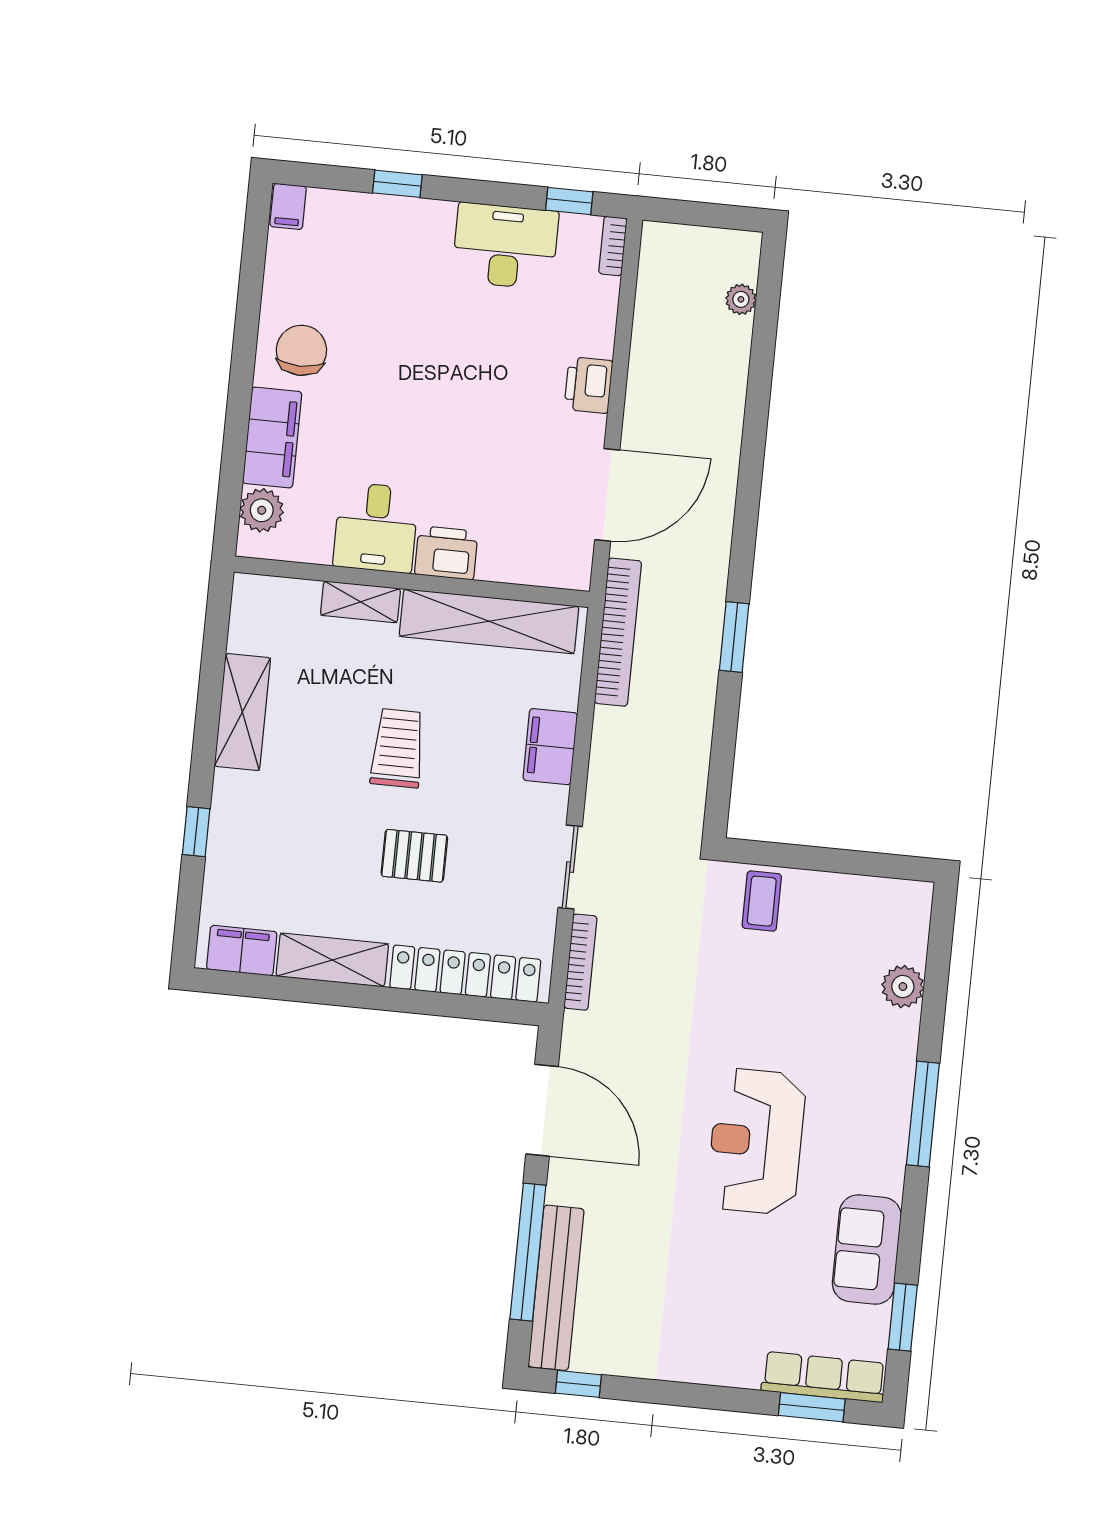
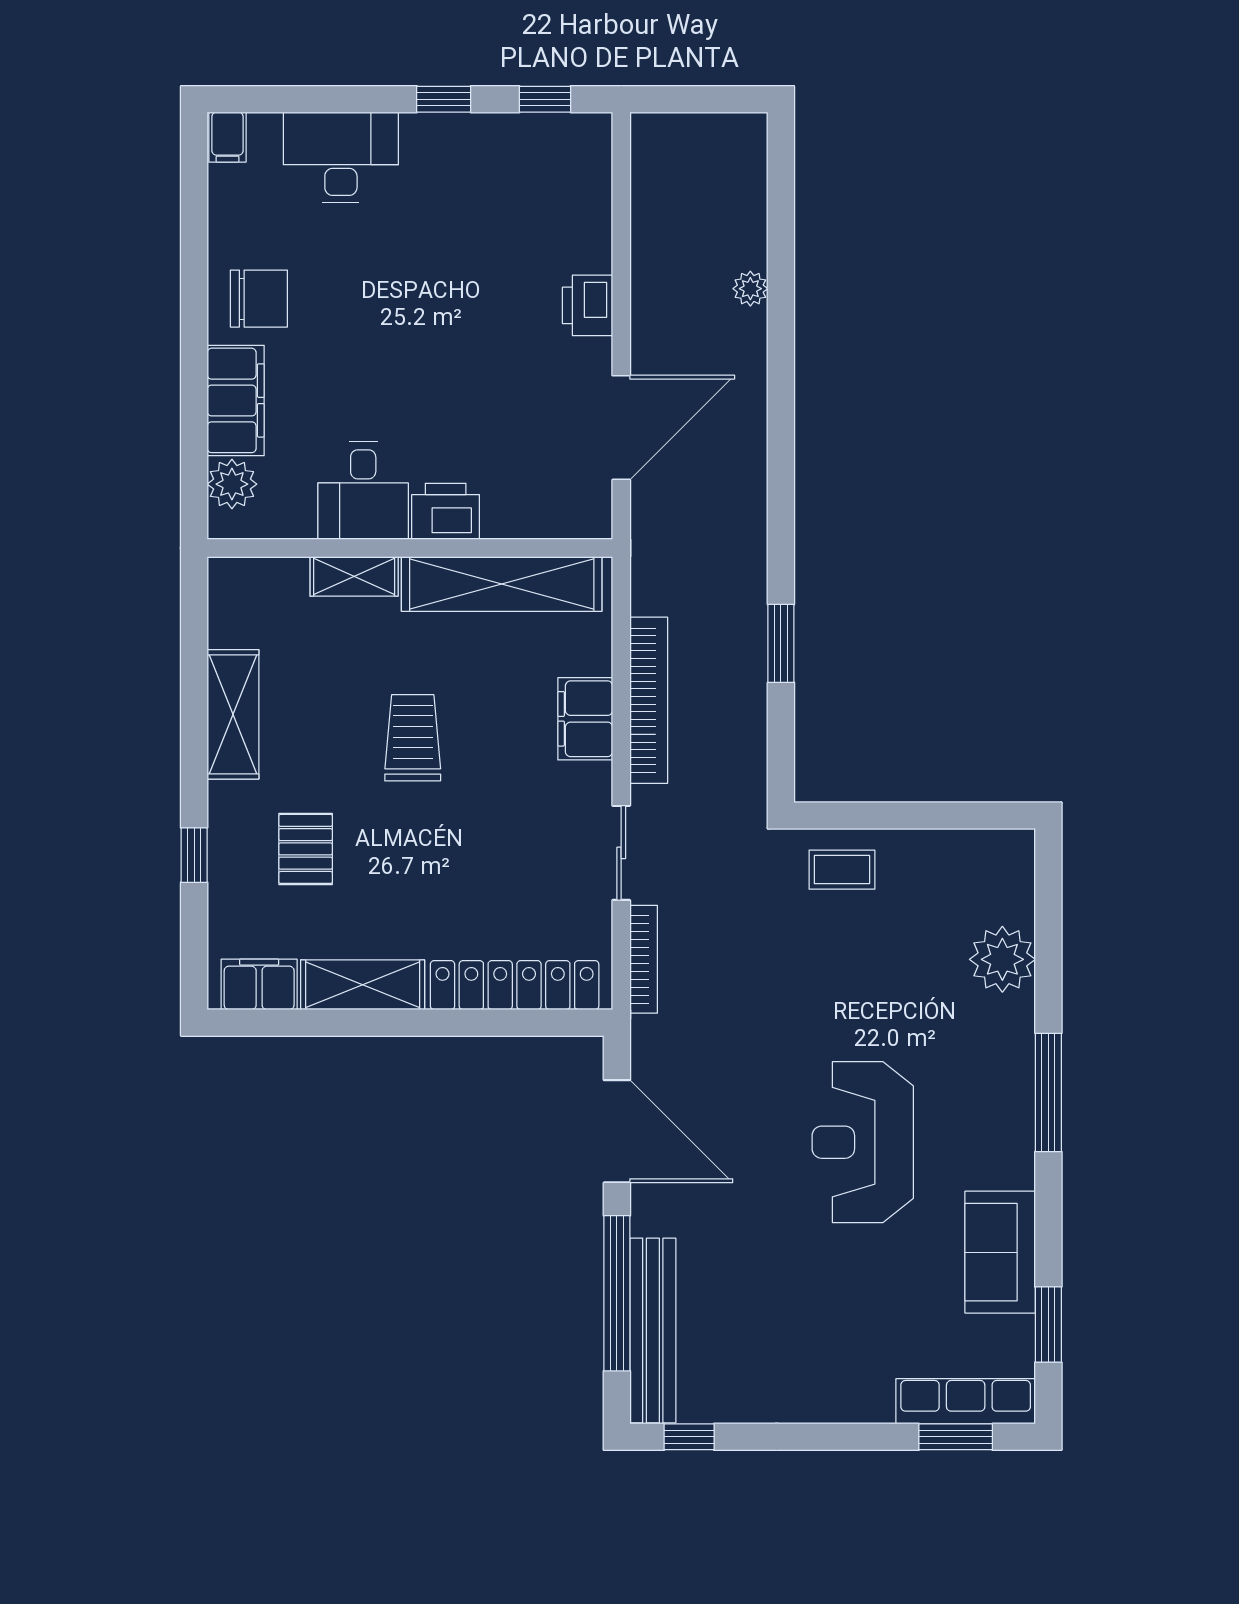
window: (397, 184) -> (444, 99), moved
desk: (505, 246) -> (341, 157), moved
bookcase: (613, 246) -> (599, 145), removed
plant: (741, 299) -> (750, 289), moved
chair: (301, 350) -> (259, 299), turned 90
bookcase: (618, 632) -> (649, 700), moved
window: (734, 637) -> (781, 643), moved
pallet: (414, 856) -> (306, 849), moved, turned 90
coffee table: (762, 901) -> (842, 870), turned 90
plant: (903, 987) -> (1002, 959), width x1.36, depth x1.36

